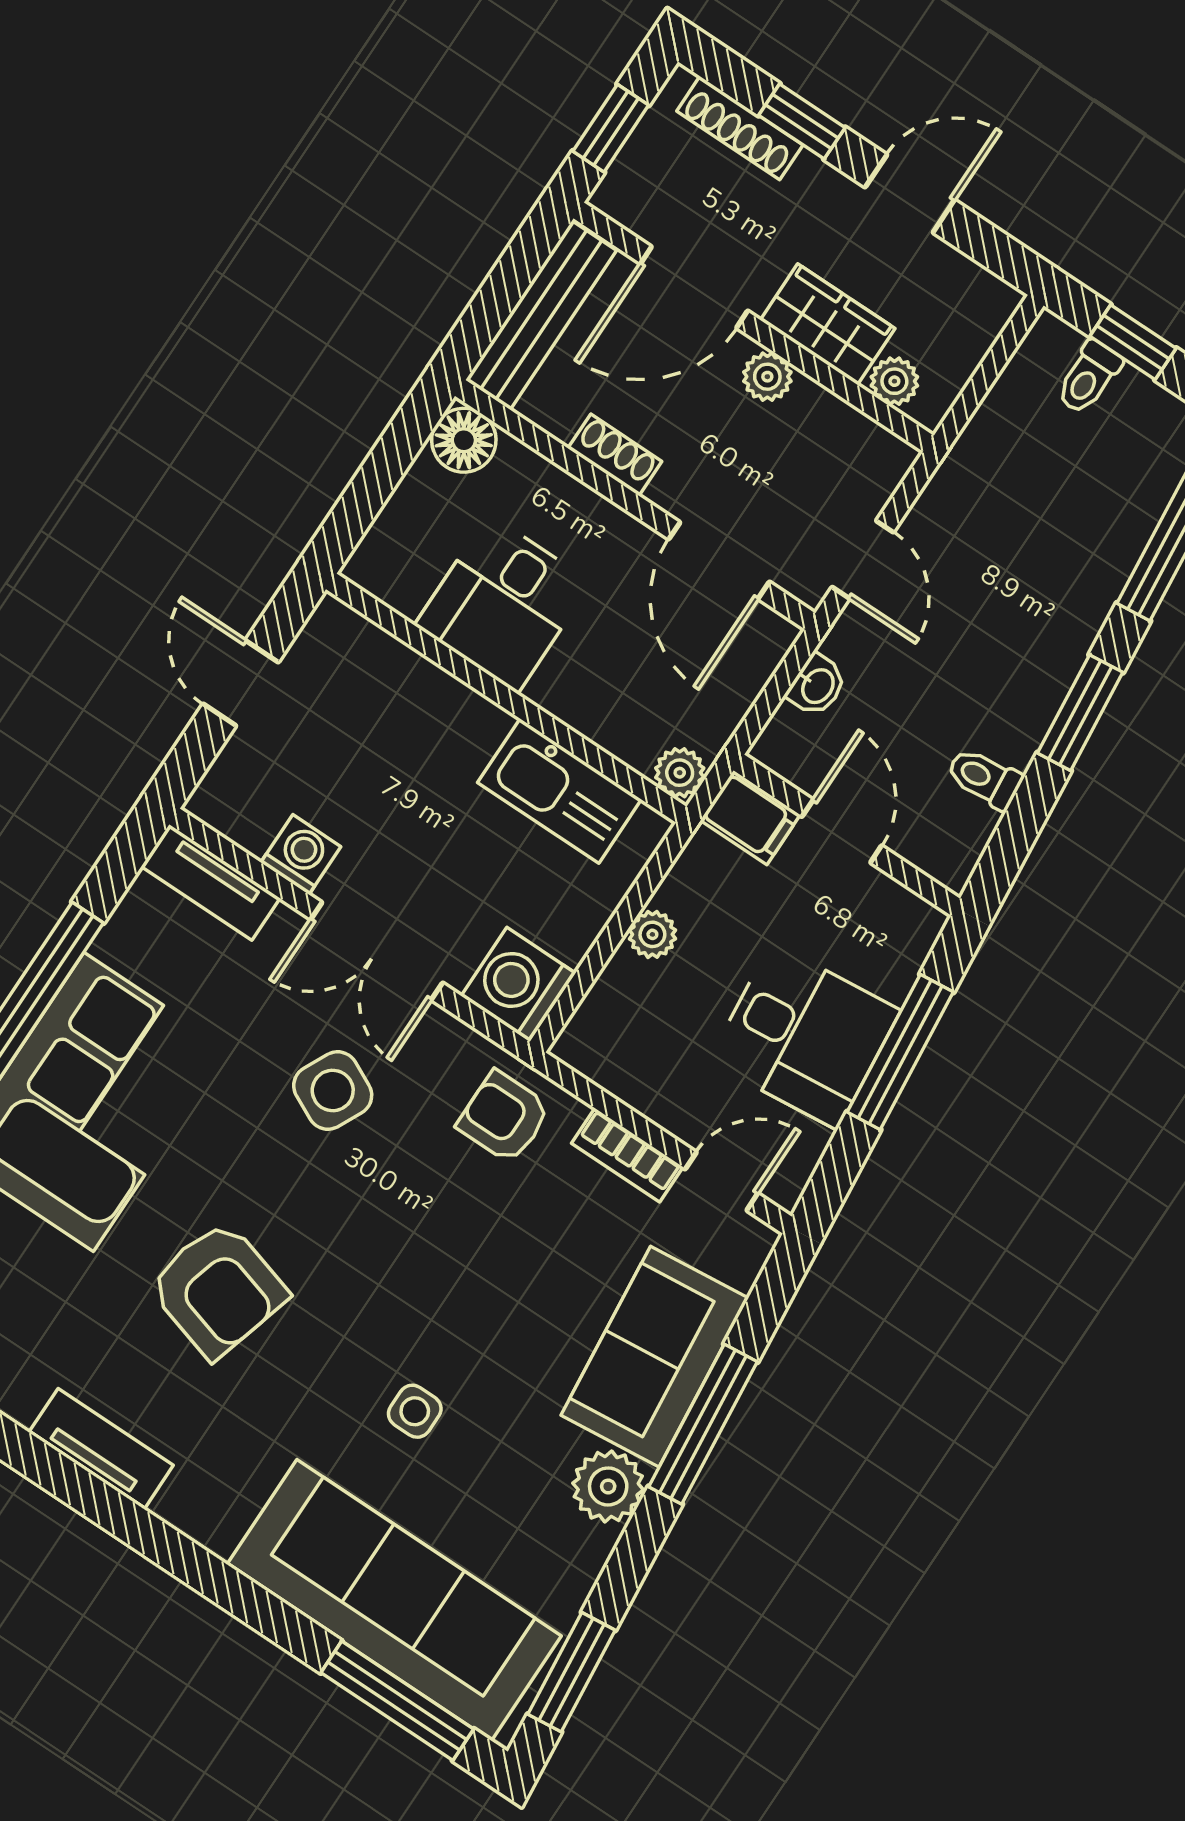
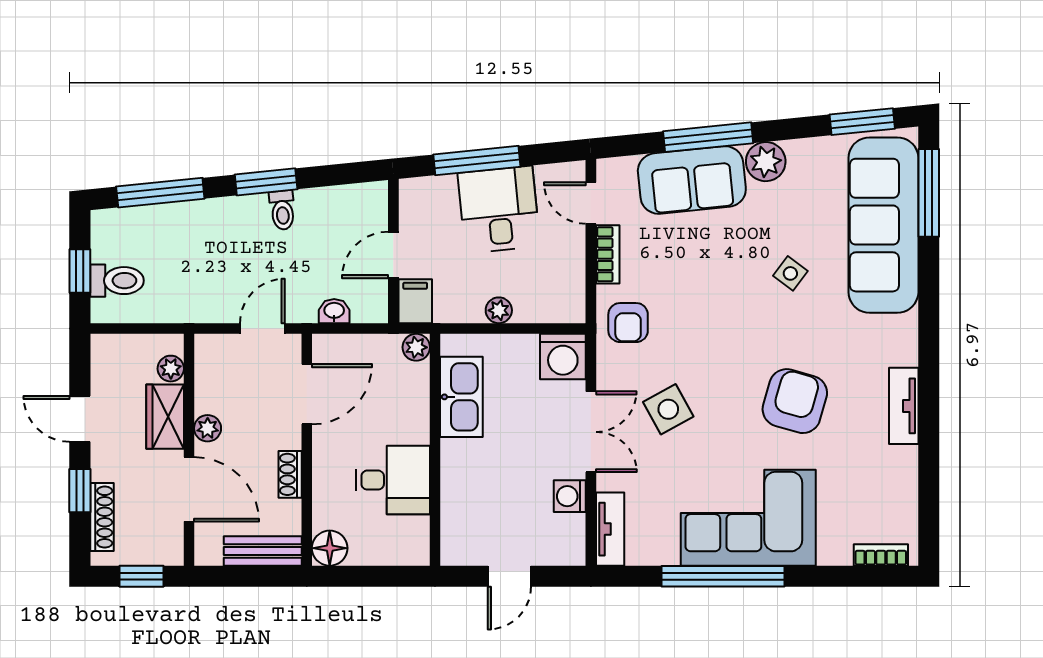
bench: (541, 315) -> (263, 551), width x0.73
toilet: (1089, 377) -> (117, 281), width x1.37, depth x1.39
toilet: (984, 778) -> (282, 210), moved
side table: (333, 1090) -> (668, 409), turned 35
side table: (415, 1411) -> (790, 273), turned 37

